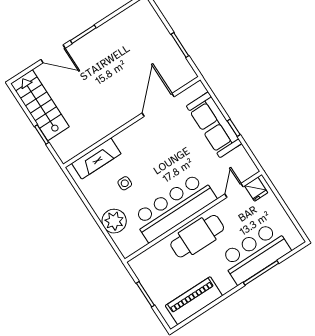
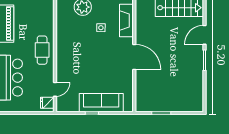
door: (158, 105) -> (134, 57), moved
door: (234, 190) -> (55, 89), hinge flipped
bar counter: (174, 207) -> (68, 48), removed
cafe table: (197, 236) -> (42, 50), width x0.73, depth x0.74

